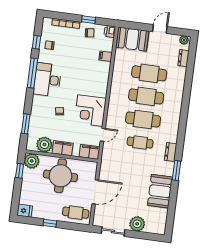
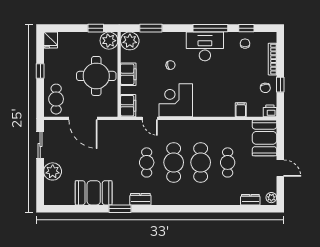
cafe table: (149, 73) -> (228, 162), width x0.73, depth x0.74
plant: (44, 145) -> (130, 41), moved

